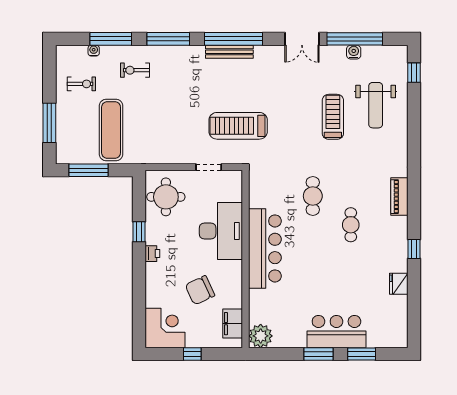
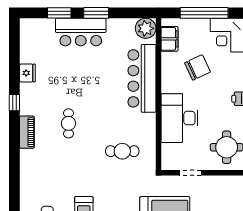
cafe table: (313, 196) -> (122, 151), moved, turned 90
piano: (399, 197) -> (27, 132), moved
bar counter: (265, 248) -> (142, 78), moved
window: (192, 354) -> (204, 13), width x3.17

